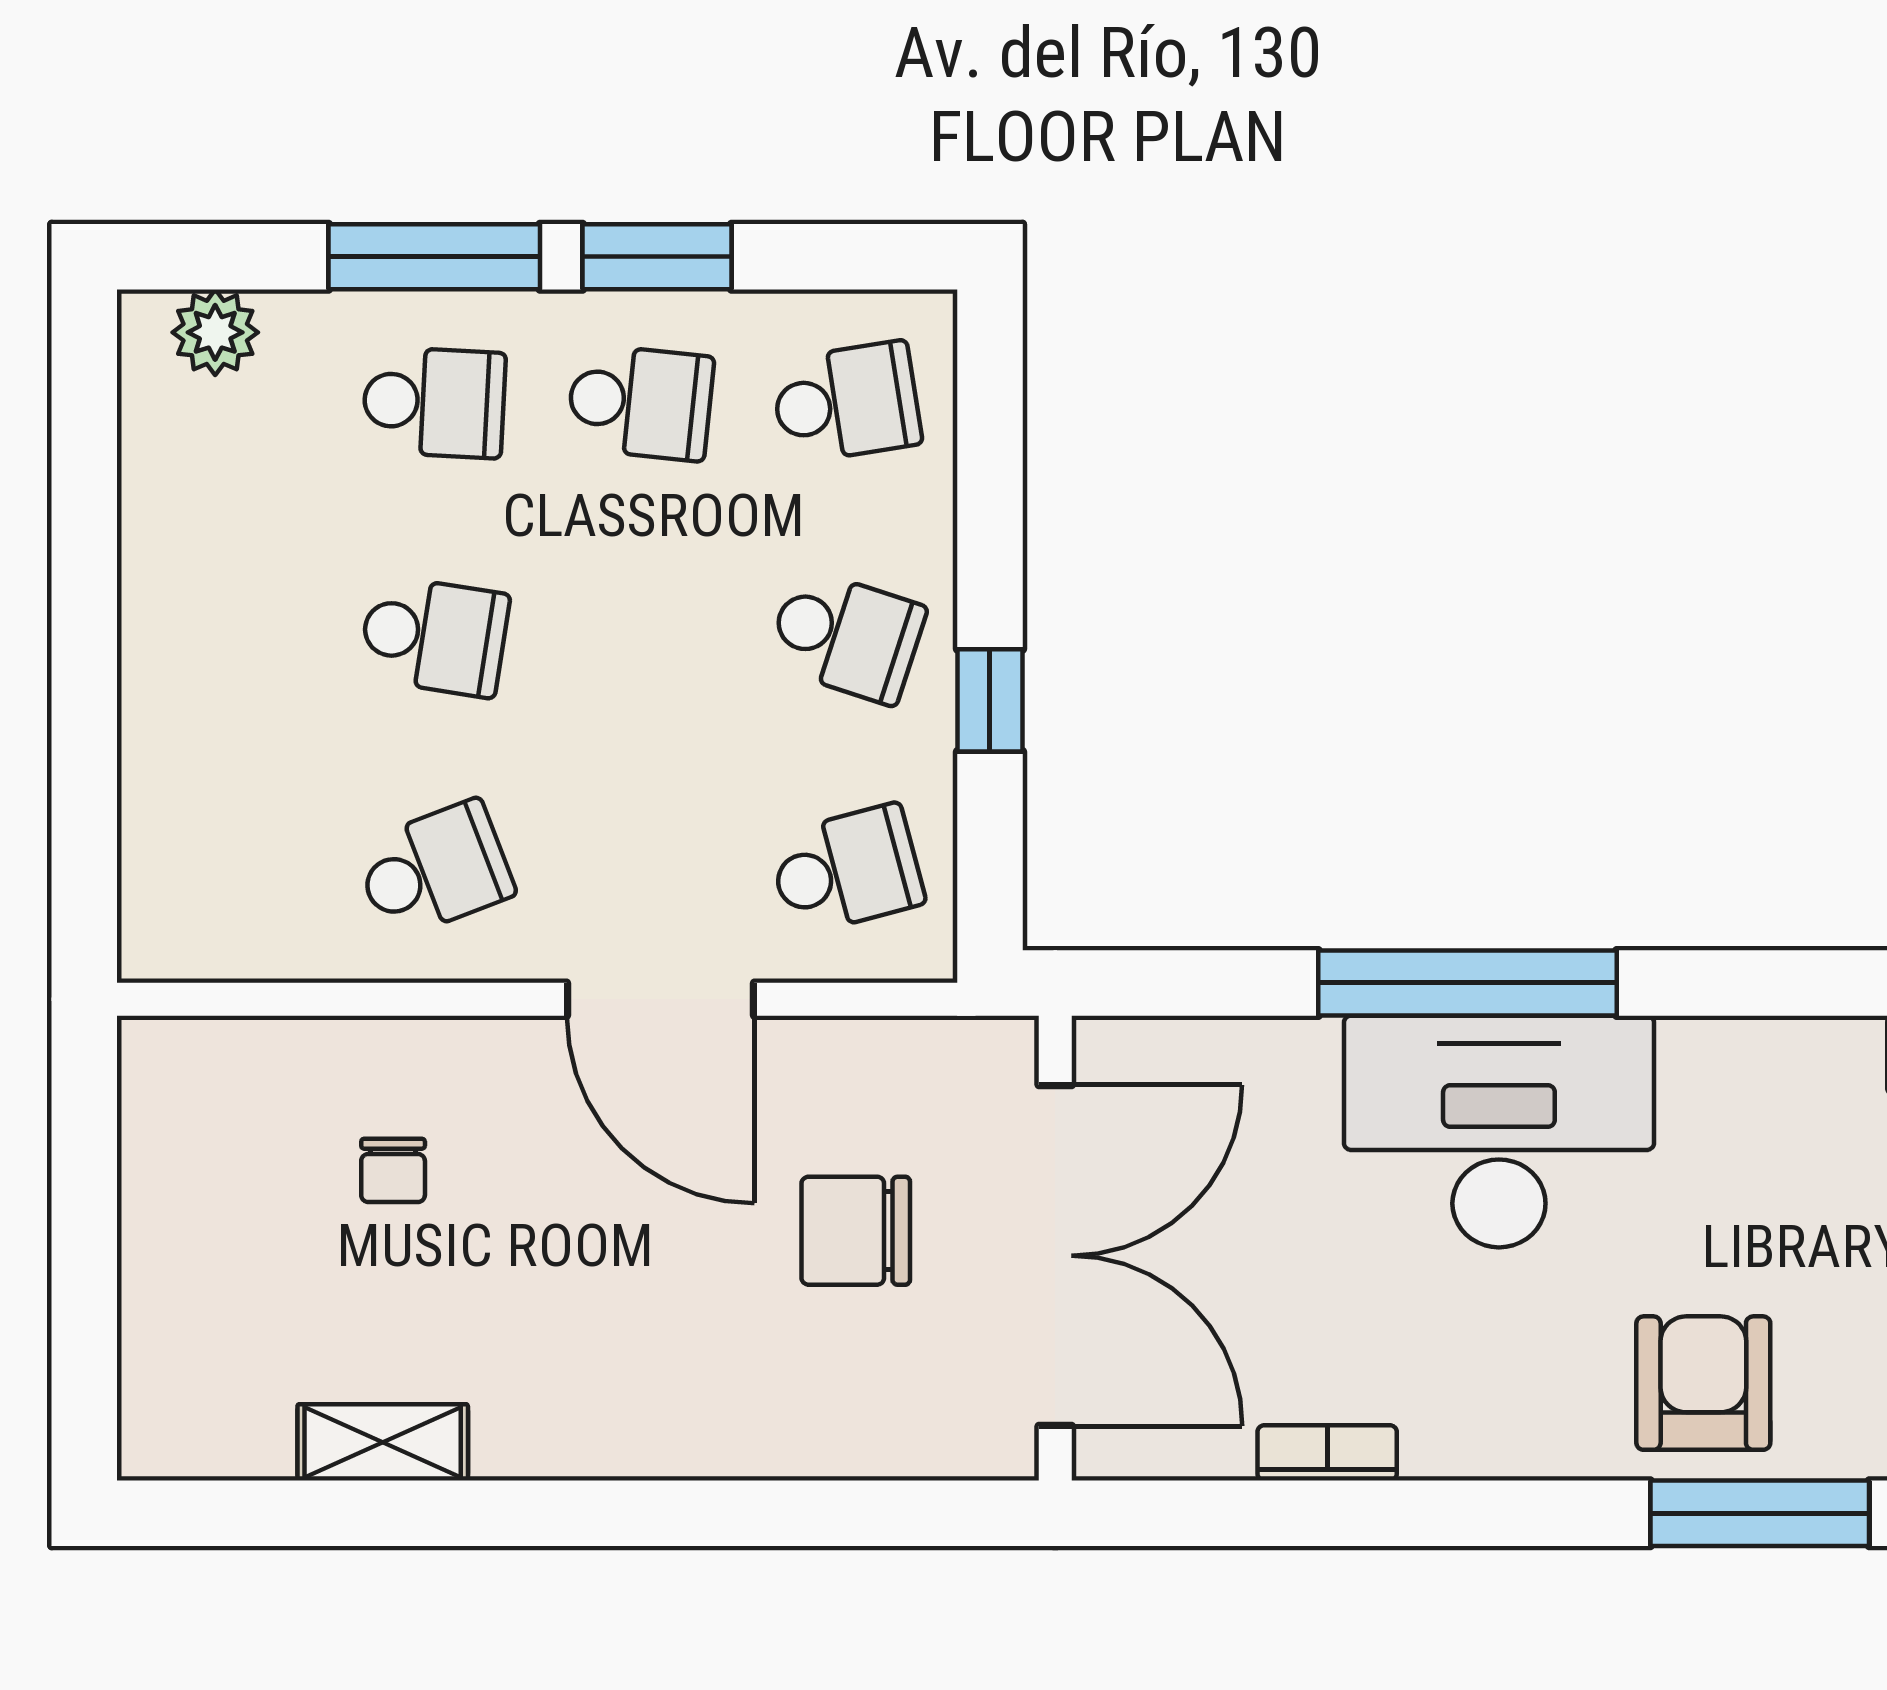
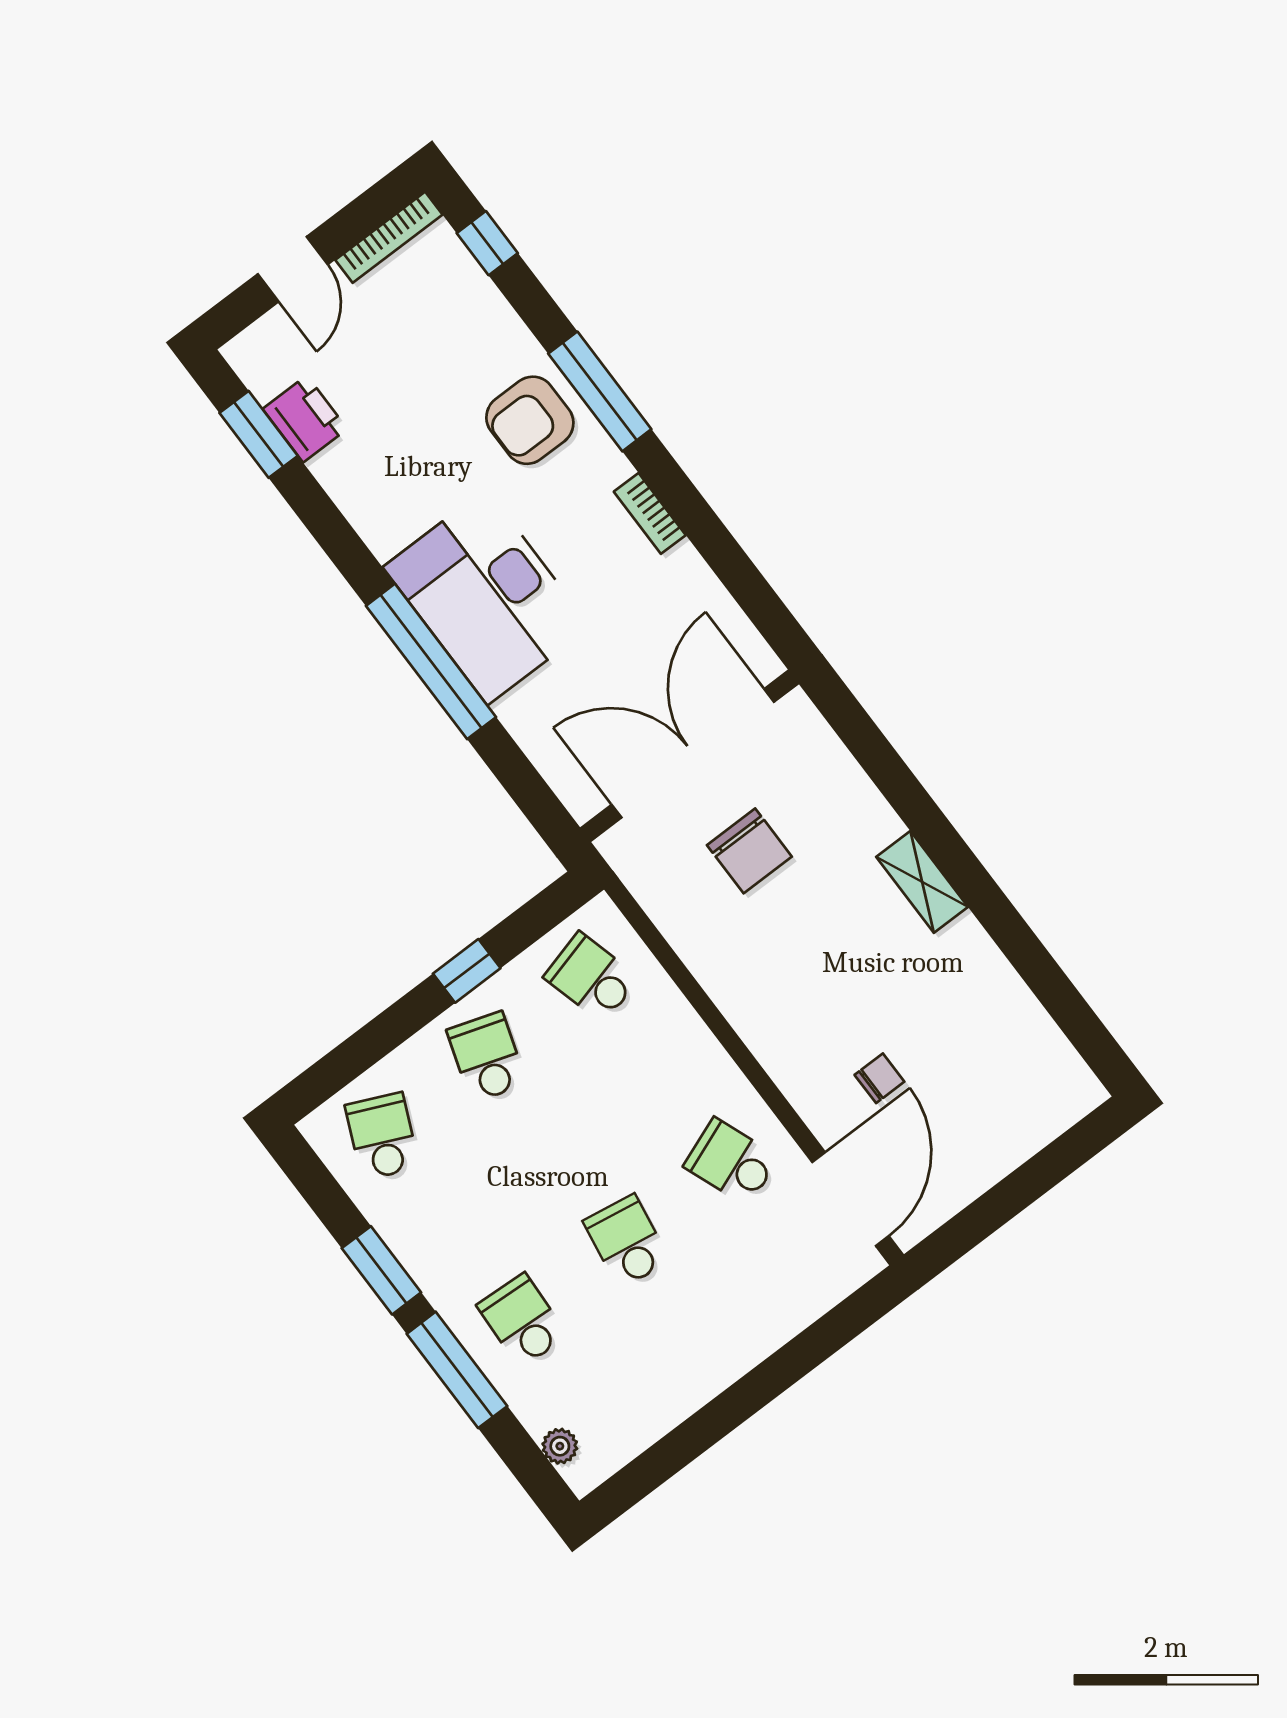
plant: (215, 332) -> (560, 1446), width x0.73, depth x0.73
school desk: (640, 402) -> (452, 1228), removed
school desk: (846, 402) -> (382, 1136), turned 33
door: (661, 999) -> (851, 1199), moved
shelving: (383, 1442) -> (922, 882), moved
bookcase: (1327, 1453) -> (650, 513), moved
window: (1760, 1513) -> (600, 391), moved

